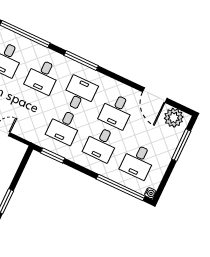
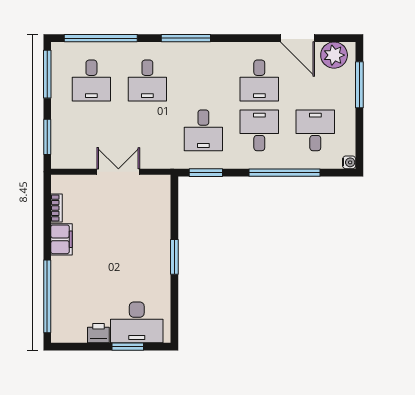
desk: (80, 94) -> (203, 80), removed
desk: (101, 144) -> (259, 130), turned 180
desk: (138, 161) -> (315, 130), turned 180
window: (121, 188) -> (285, 173), moved

